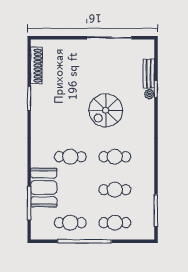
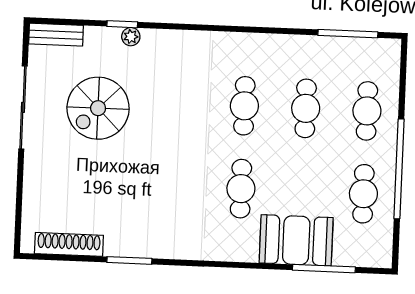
bench: (149, 74) -> (56, 35), moved
spiral stairs: (106, 110) -> (98, 108), moved, turned 90

